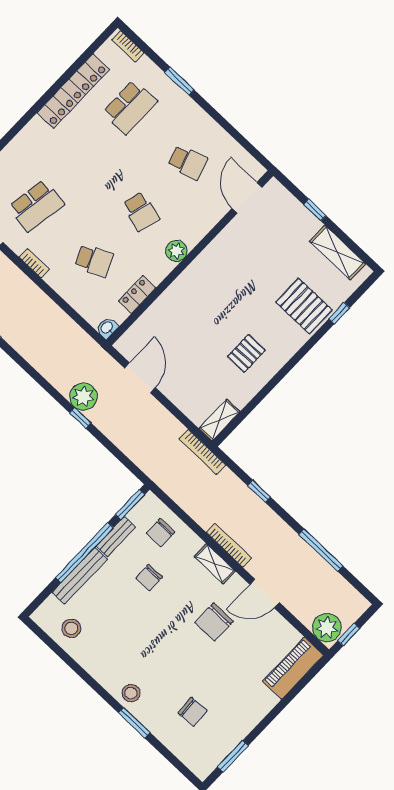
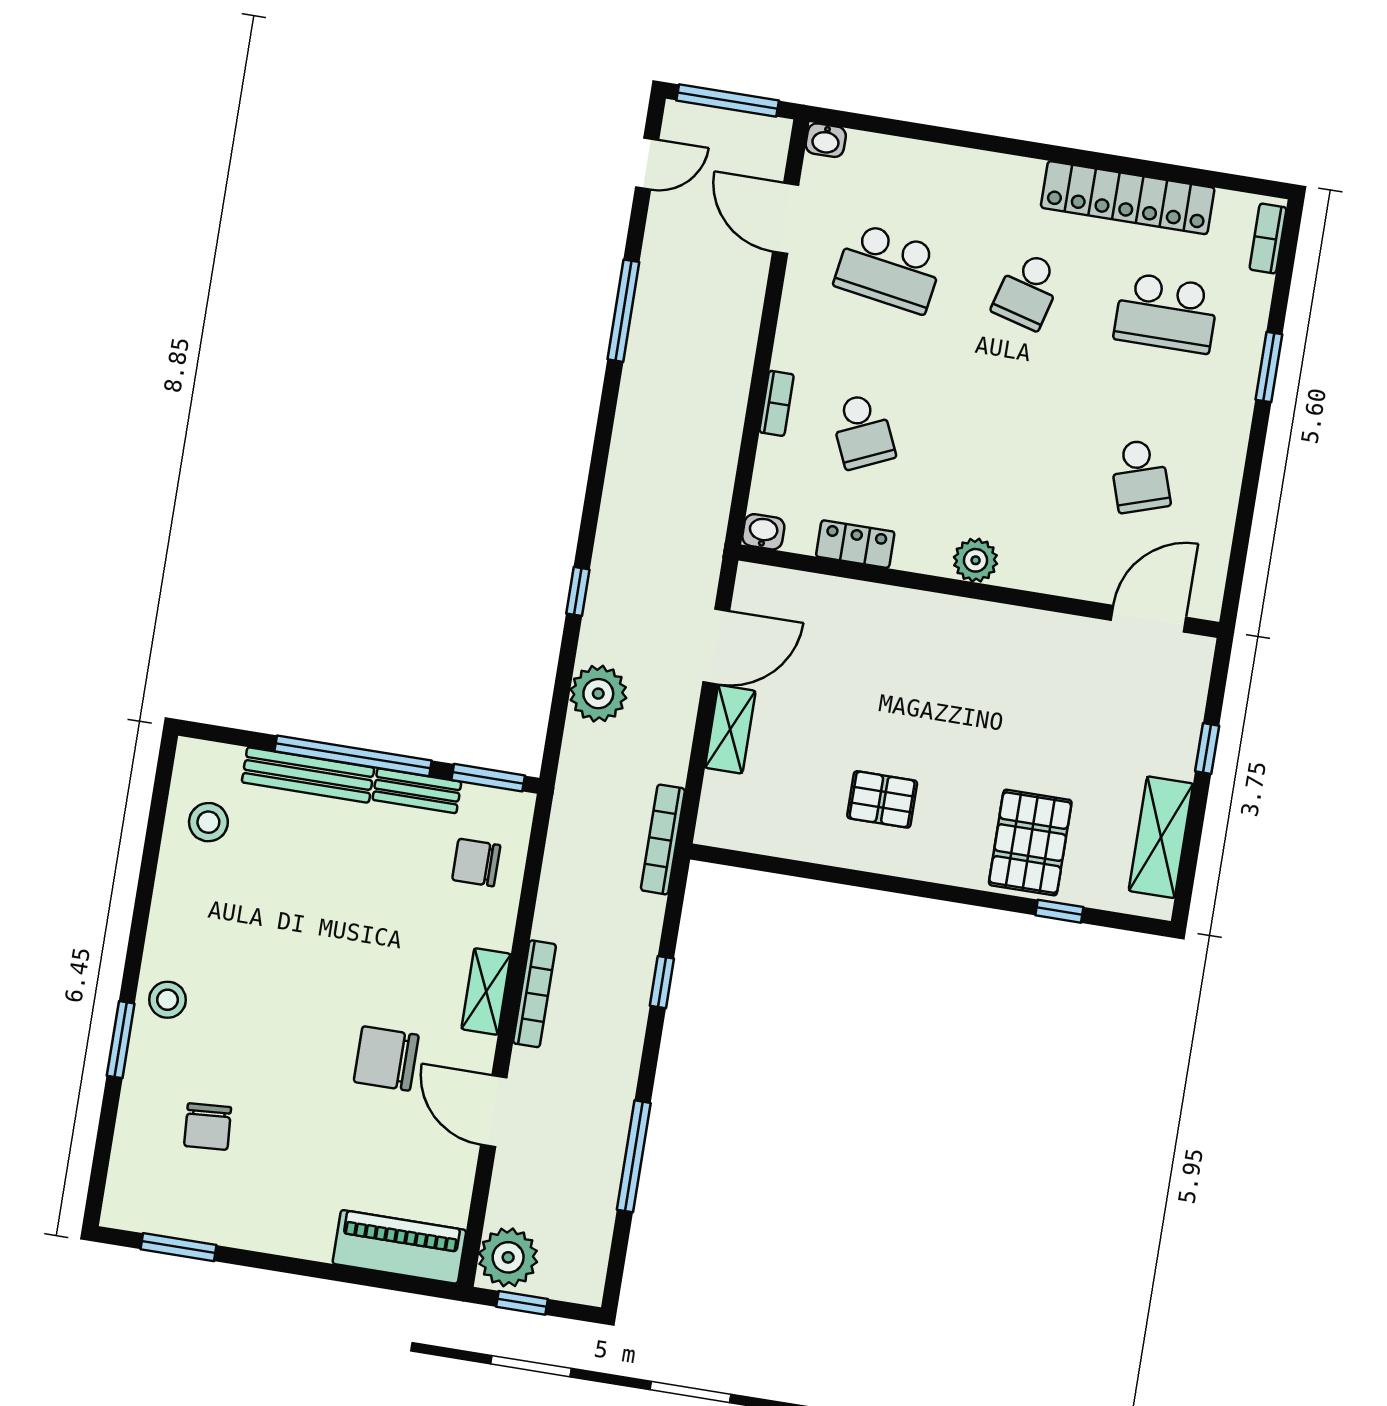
school desk: (141, 211) -> (1028, 291), moved
bookcase: (34, 263) -> (777, 403), moved
plant: (83, 397) -> (598, 694), moved
shelving: (220, 420) -> (730, 729), moved, turned 90
chair: (149, 578) -> (386, 896), removed

